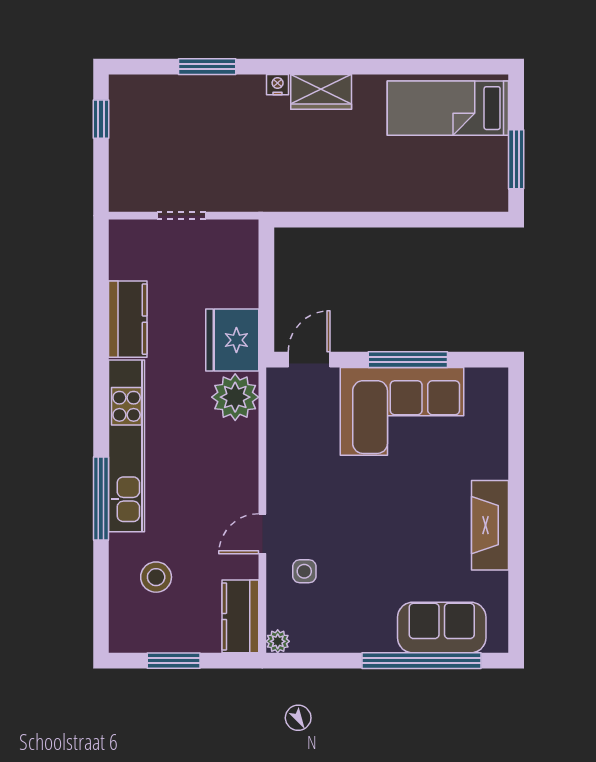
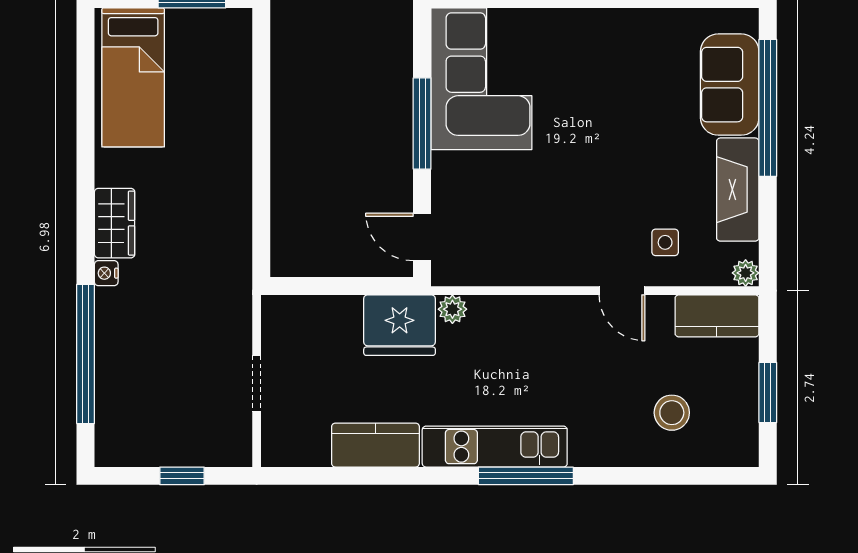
window: (207, 67) -> (86, 354), width x2.11
window: (101, 119) -> (182, 476), moved
plant: (235, 397) -> (452, 309), width x0.53, depth x0.53
corner sofa: (402, 411) -> (481, 79), moved
kitchen unit: (127, 446) -> (495, 447), width x0.73
window: (101, 499) -> (526, 476), moved
fireplace: (490, 525) -> (738, 190), moved, turned 90

